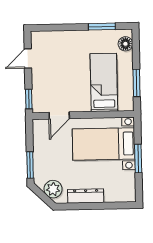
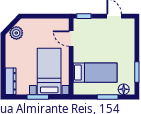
window: (137, 83) -> (108, 97), moved
window: (30, 165) -> (35, 16), removed
dresser: (86, 196) -> (11, 81), moved

